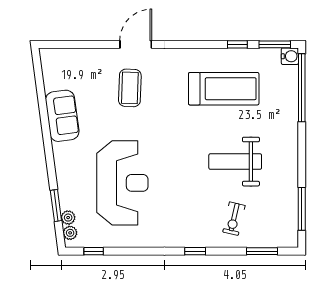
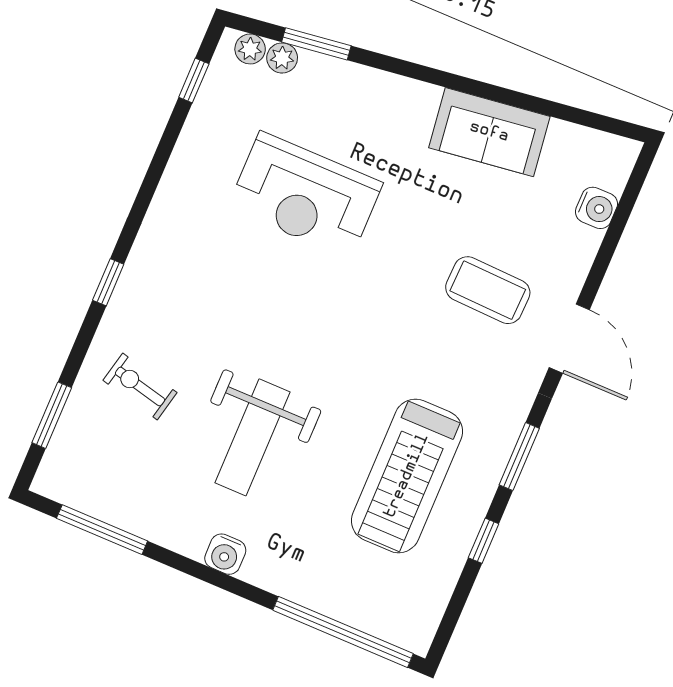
window: (275, 44) -> (519, 457), moved
water cooler: (75, 56) -> (596, 208), added
water cooler: (290, 56) -> (225, 554), moved
weight bench: (235, 162) -> (252, 437), turned 180
reception desk: (122, 183) -> (305, 195), width x0.74, depth x0.77

